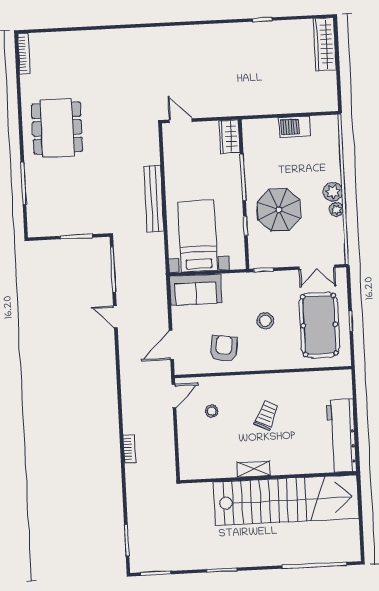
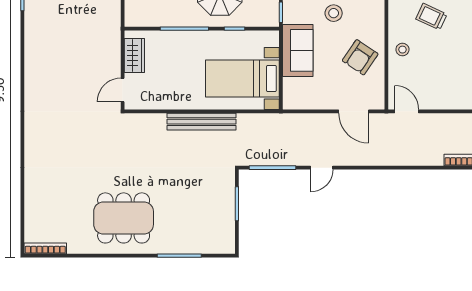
wardrobe: (229, 137) -> (134, 56), moved, turned -90
sofa: (196, 290) -> (298, 50), moved
armchair: (224, 349) -> (360, 57), turned -64
stool: (212, 411) -> (402, 50), moved

